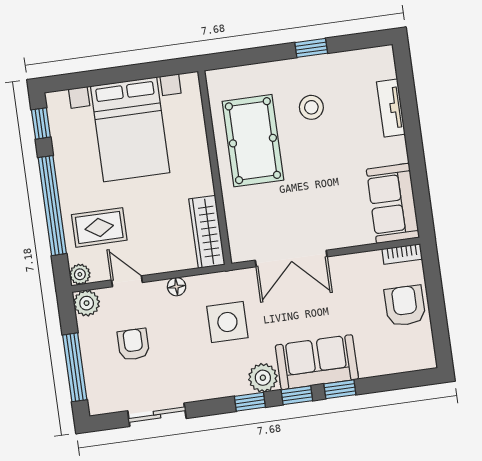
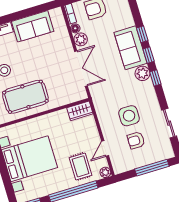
sofa: (393, 203) -> (33, 26), moved
wardrobe: (207, 232) -> (80, 111), width x0.67
floor lamp: (177, 287) -> (75, 28), moved
plant: (87, 303) -> (81, 39), moved
side table: (227, 322) -> (129, 116), moved

